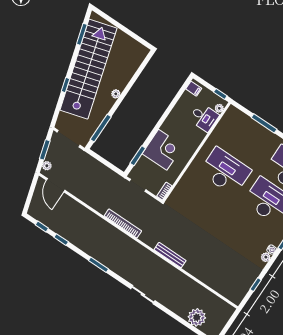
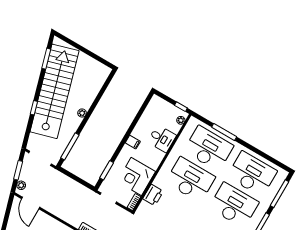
filing cabinet: (194, 89) -> (133, 142), moved
desk: (204, 117) -> (162, 139), moved
desk: (247, 140) -> (209, 148), added
corner desk: (163, 150) -> (136, 176), moved, turned 180
printer: (185, 185) -> (153, 195), added

